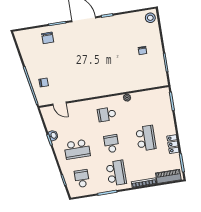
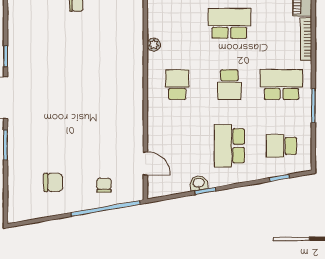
chair: (48, 38) -> (53, 182), moved
door: (60, 104) -> (145, 163), hinge flipped
school desk: (107, 114) -> (177, 85), turned 180
school desk: (111, 144) -> (229, 85), turned -90
school desk: (77, 149) -> (229, 146), turned 180

